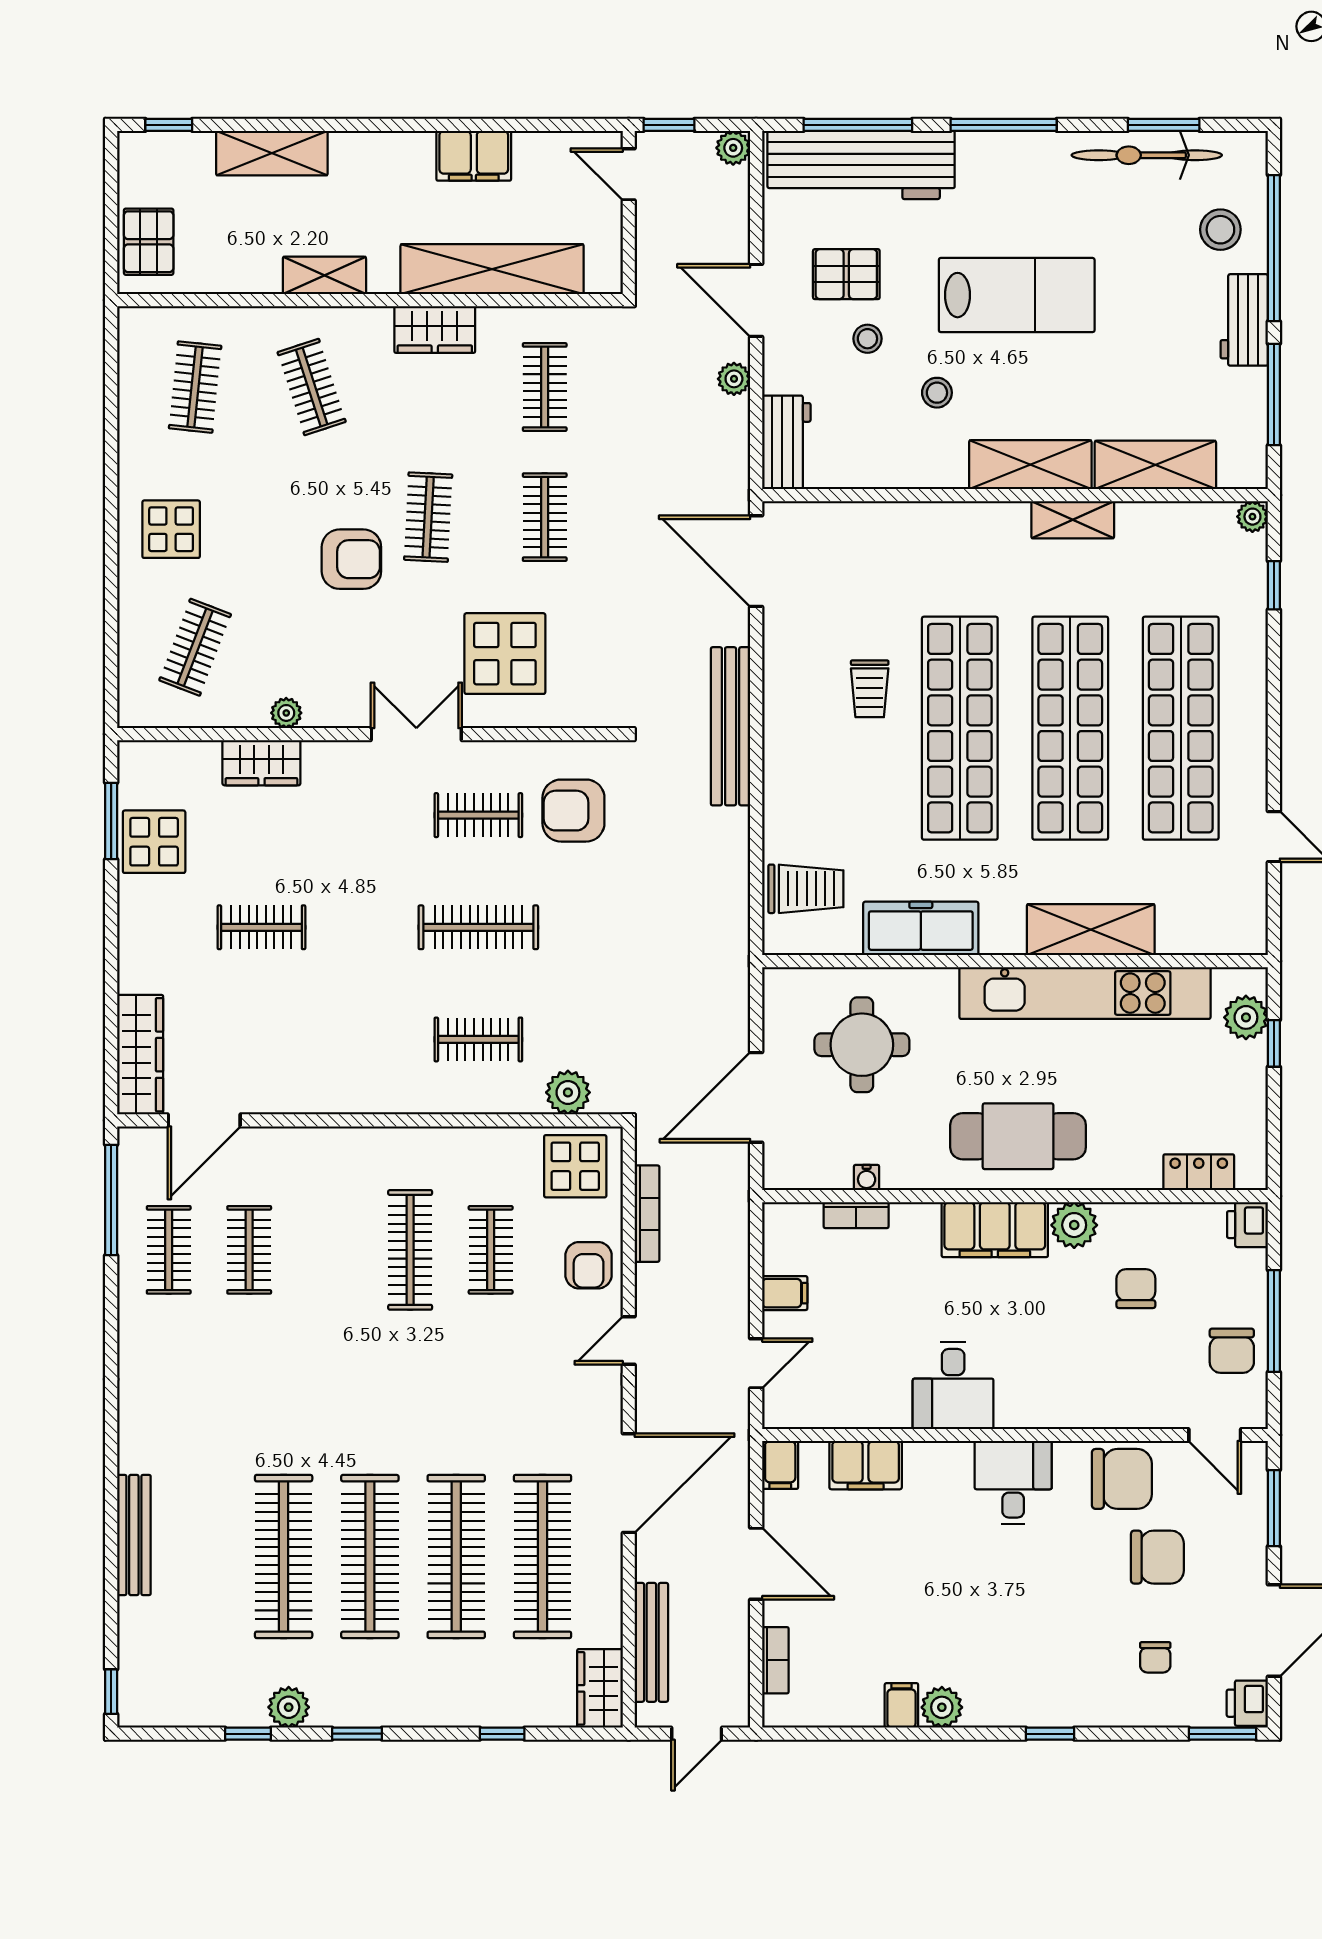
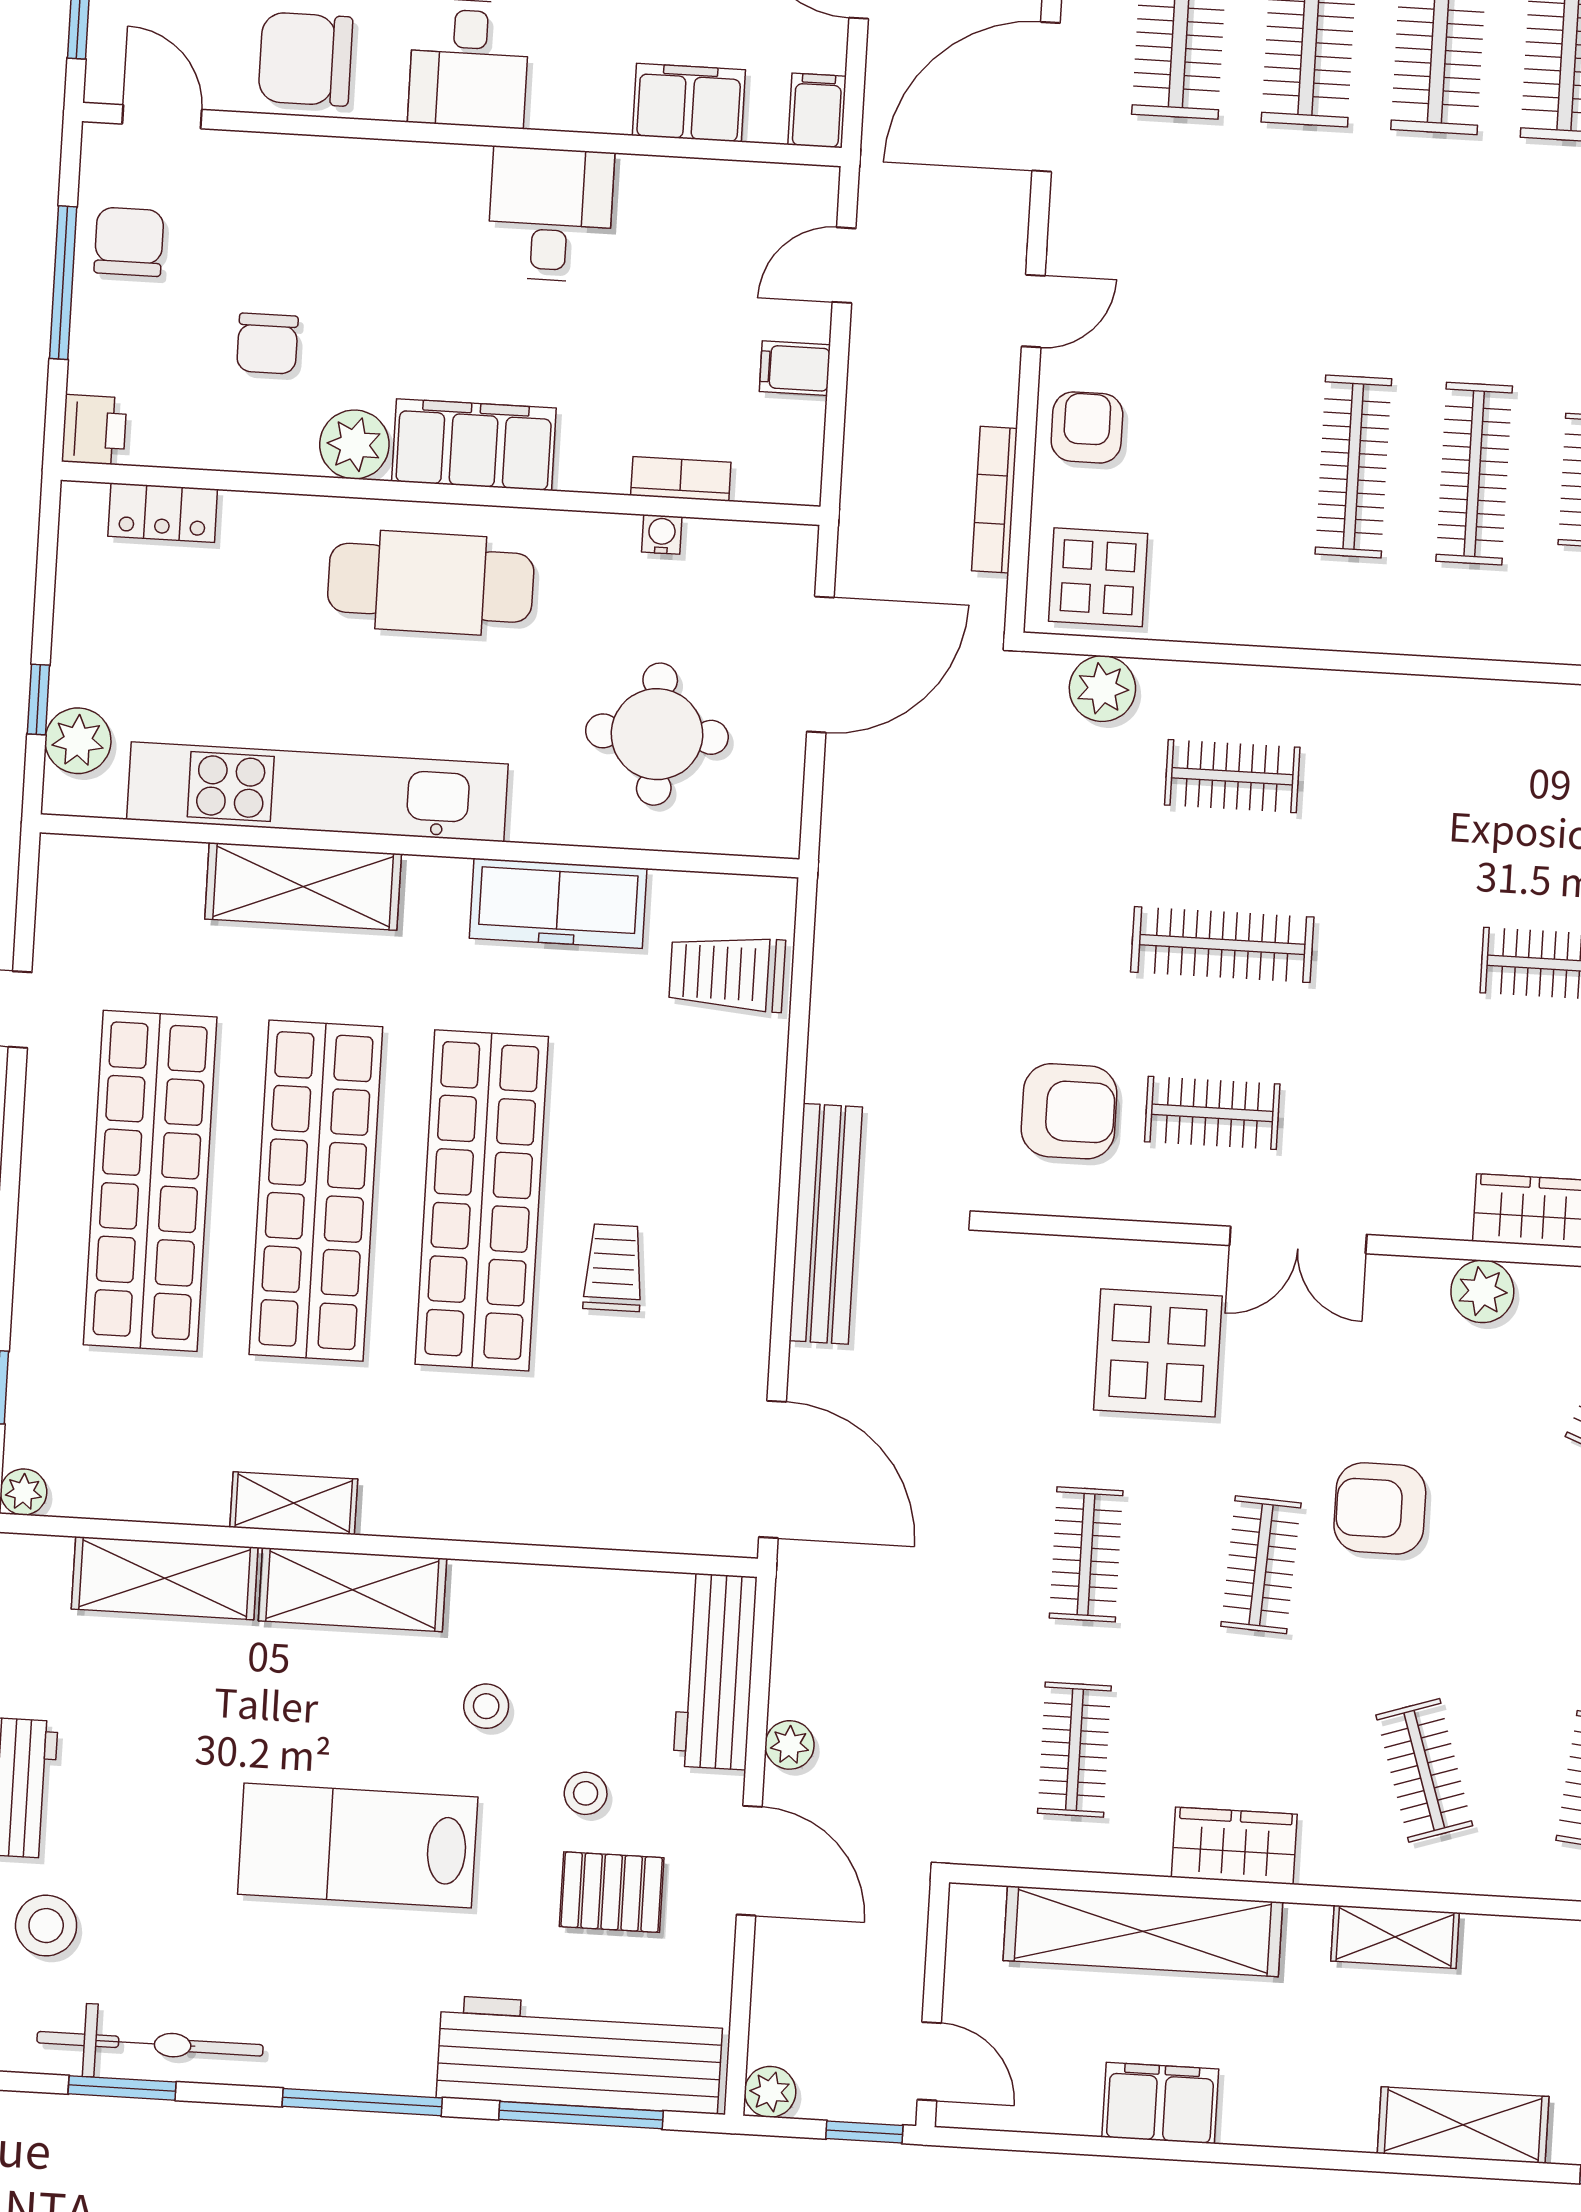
workbench: (786, 442) -> (715, 1671), width x1.37
plant: (286, 713) -> (1482, 1291), width x1.38, depth x1.38
clothes rail: (491, 1250) -> (1474, 474), moved, width x1.36

